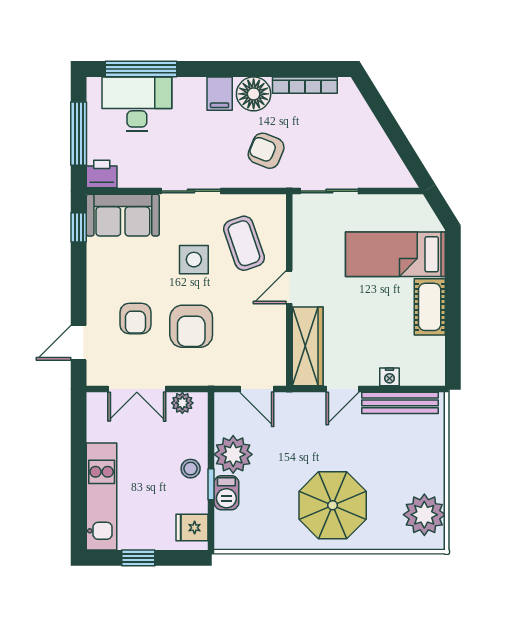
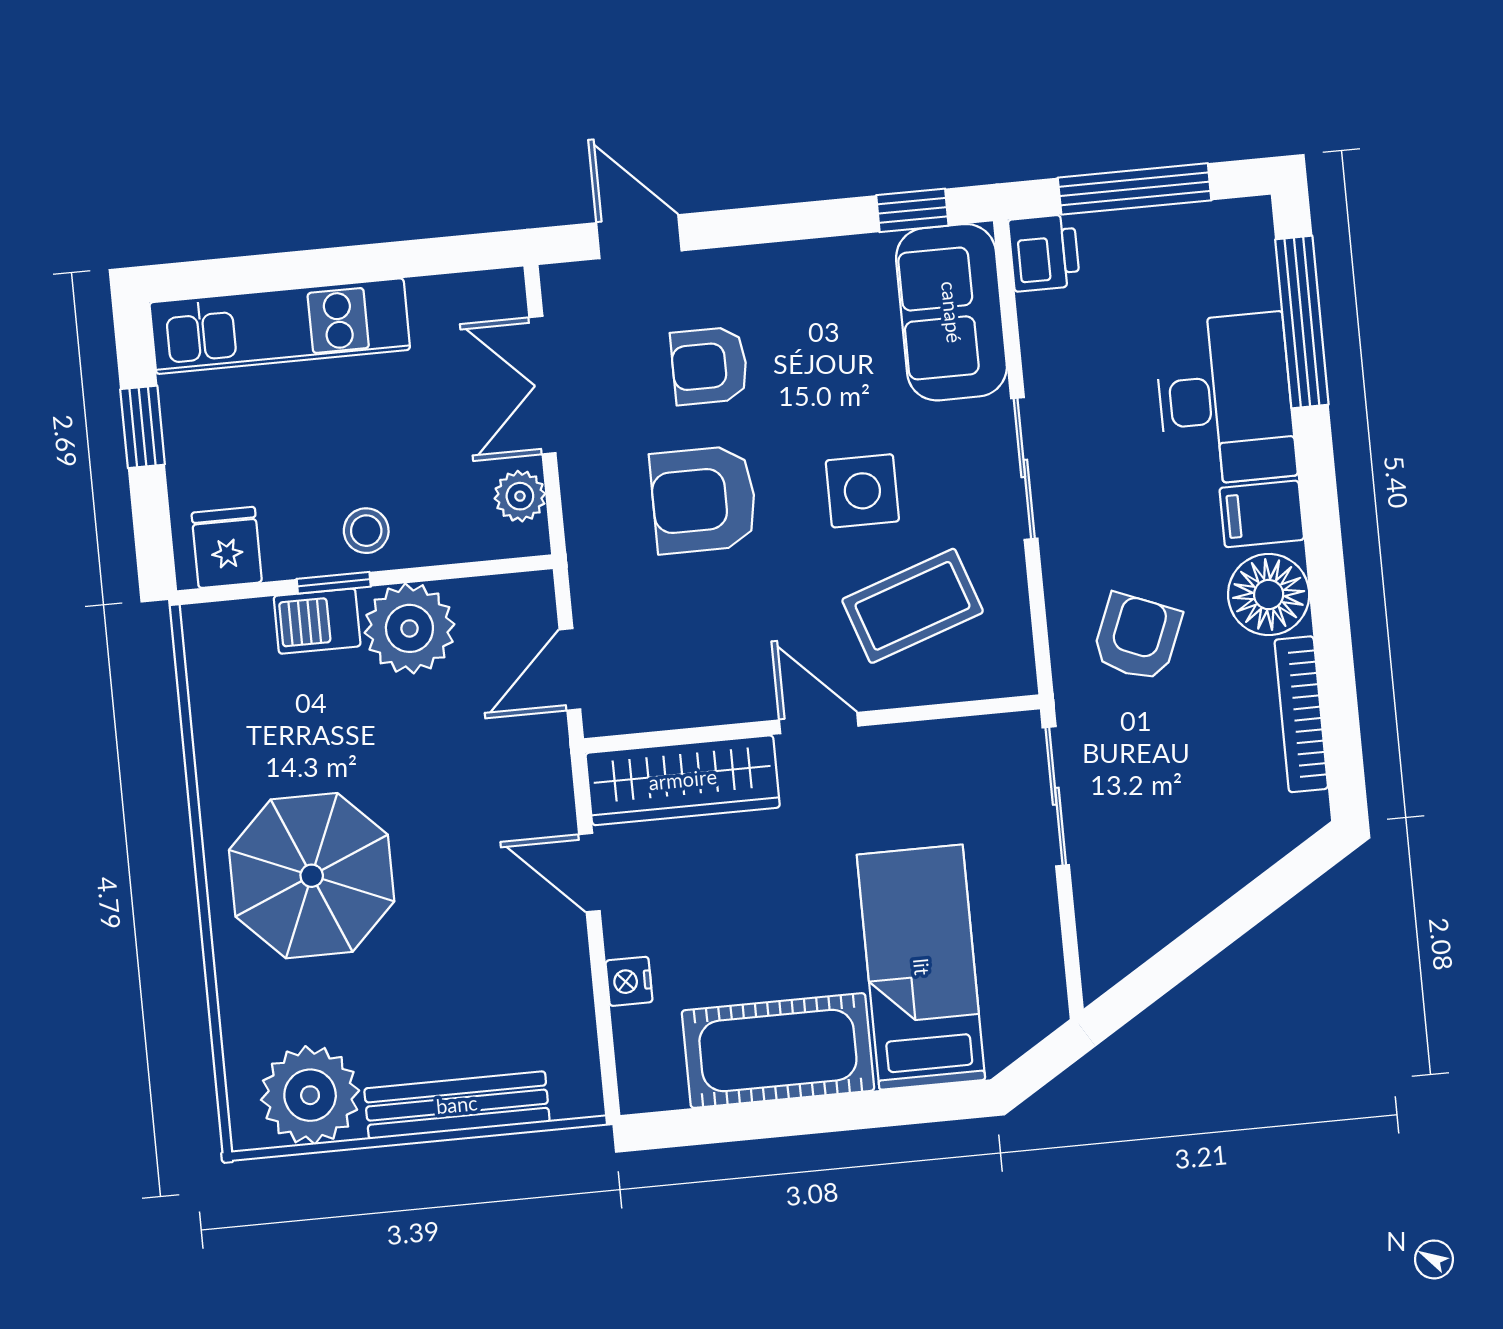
desk: (137, 104) -> (1225, 399), moved
cot: (430, 307) -> (778, 1050), width x1.37, depth x1.34
bench: (400, 403) -> (457, 1105), moved, turned 90

